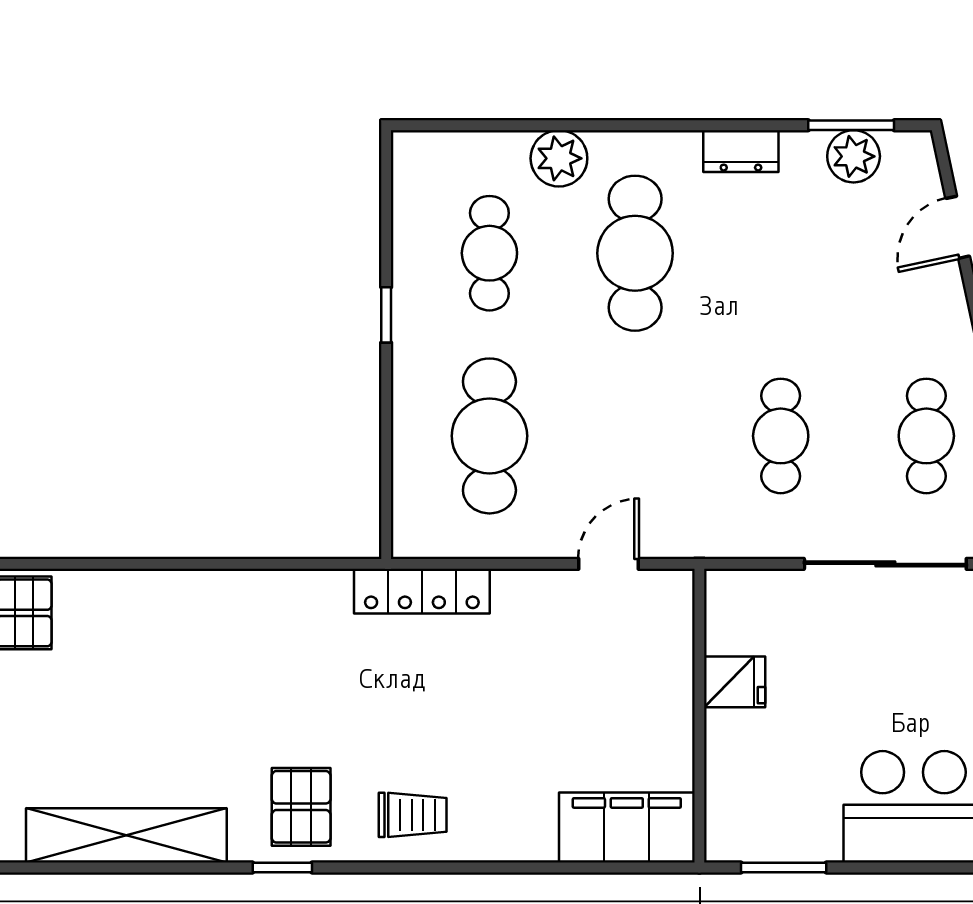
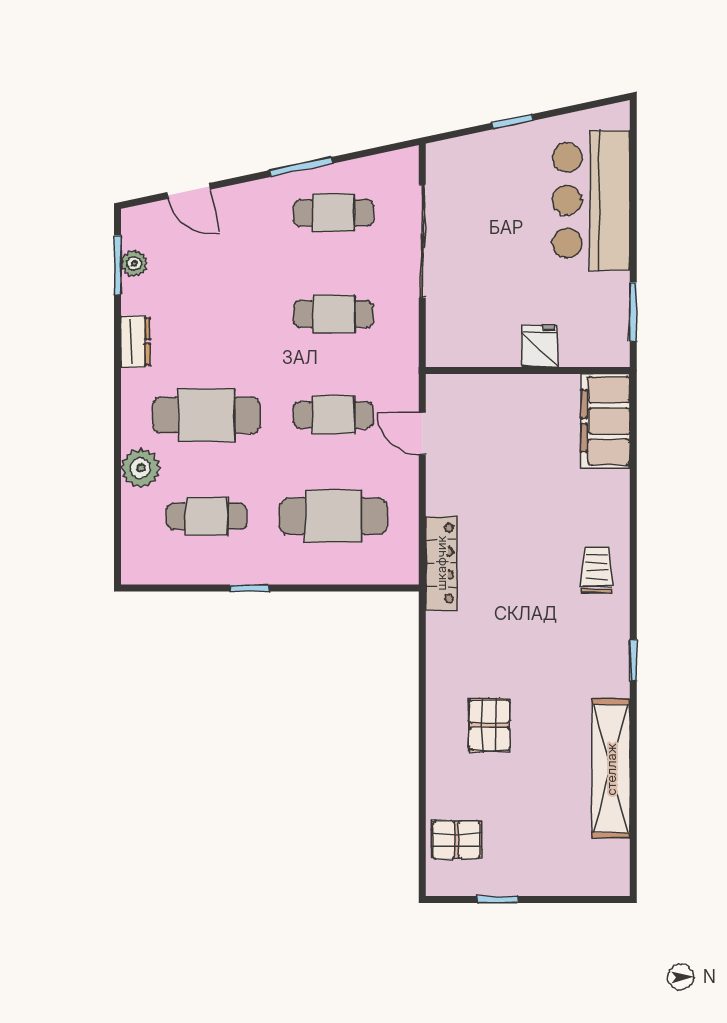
plant: (854, 156) -> (134, 263), width x0.73, depth x0.73
cafe table: (635, 436) -> (333, 415), added
fridge: (735, 682) -> (540, 346), moved
pallet: (301, 807) -> (489, 725), moved, turned 90

